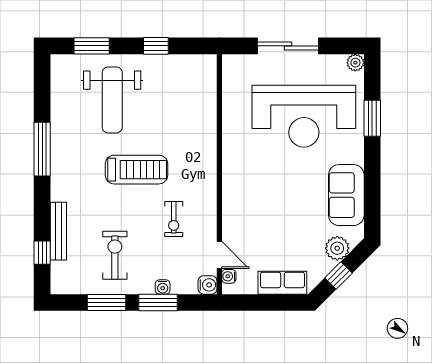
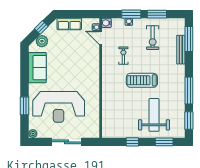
window: (42, 89) -> (189, 121), added
reception desk: (304, 116) -> (59, 107), turned 180
window: (42, 253) -> (189, 39), width x2.17

